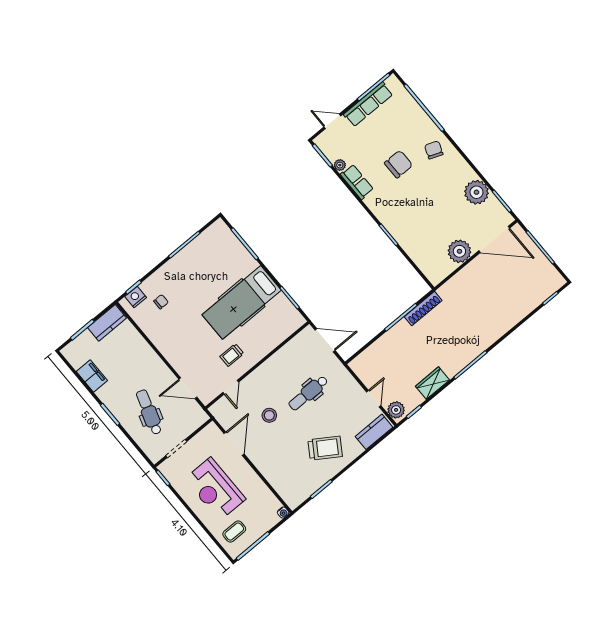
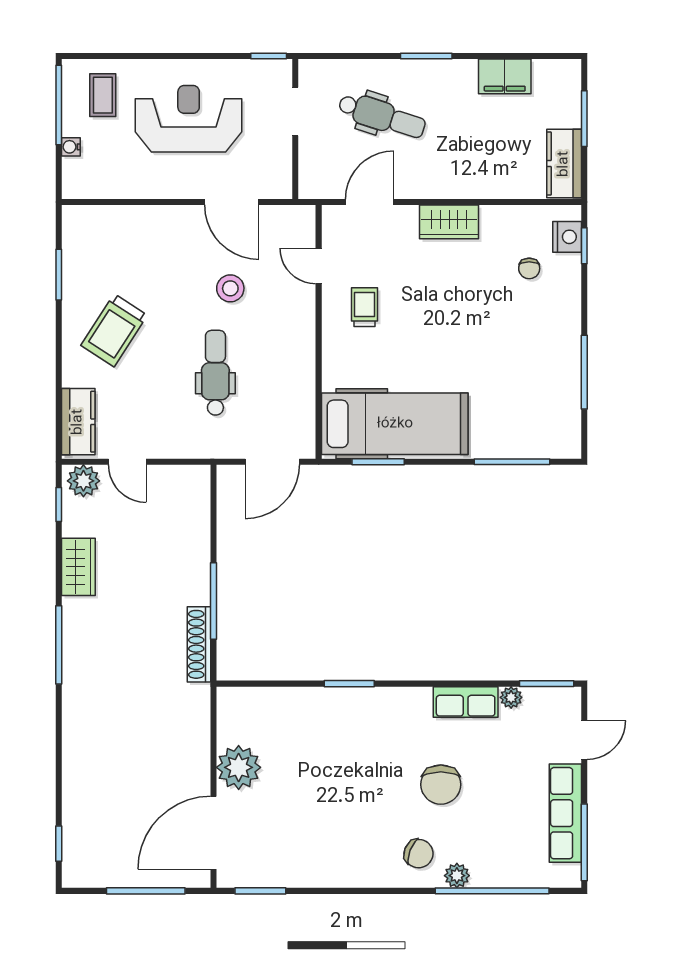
plant: (477, 192) -> (457, 876), moved, width x0.53, depth x0.53
hospital bed: (242, 302) -> (395, 424), moved, turned 90
wardrobe: (169, 350) -> (449, 222), added
water cooler: (283, 513) -> (71, 147), moved

